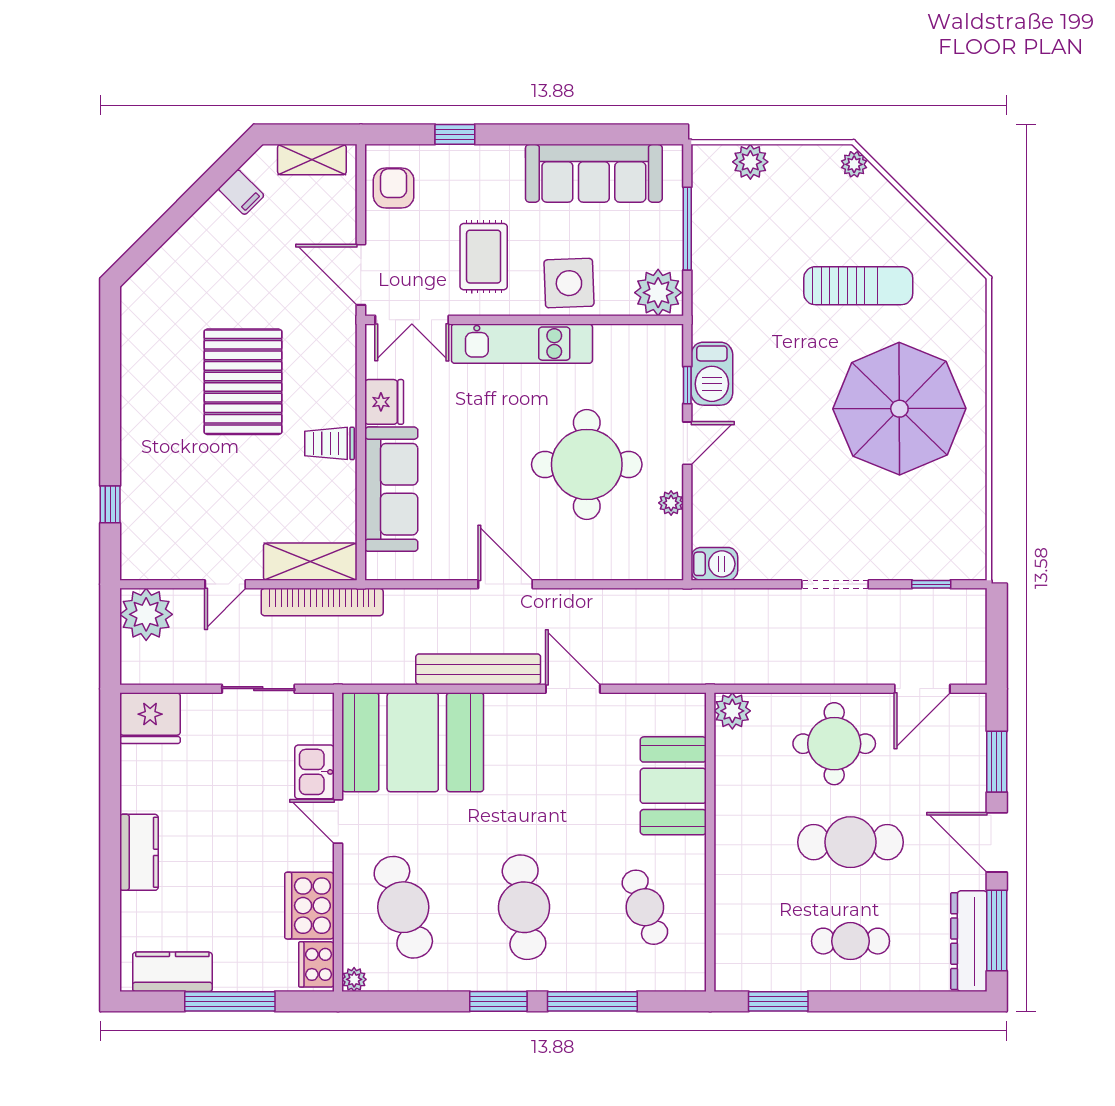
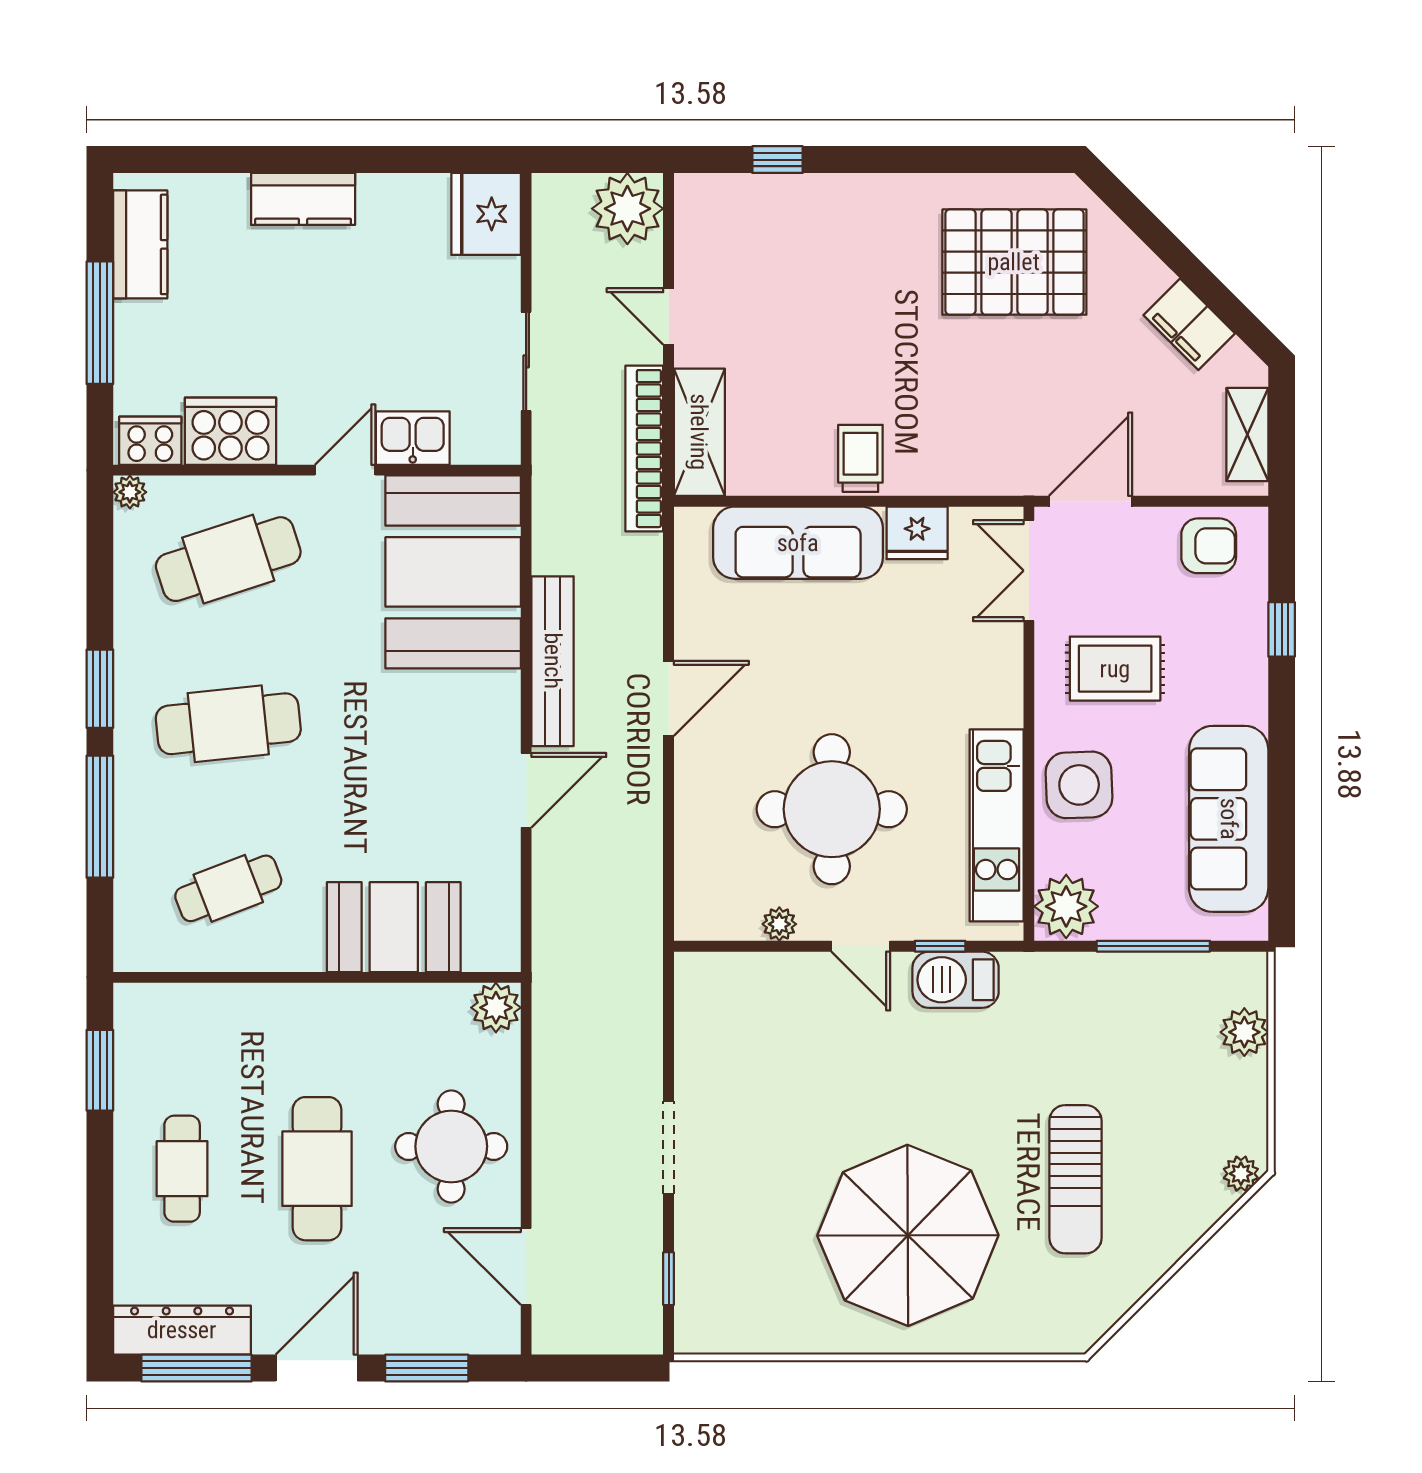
filing cabinet: (241, 192) -> (1189, 324), width x2.00
kitchen unit: (522, 344) -> (997, 825), moved
pallet: (243, 382) -> (1014, 262), moved
barbecue: (714, 564) -> (696, 983), removed

